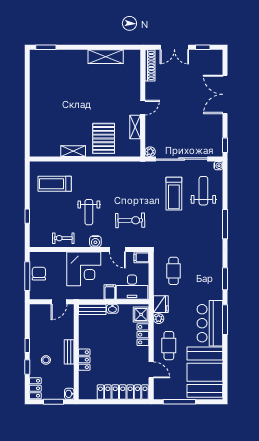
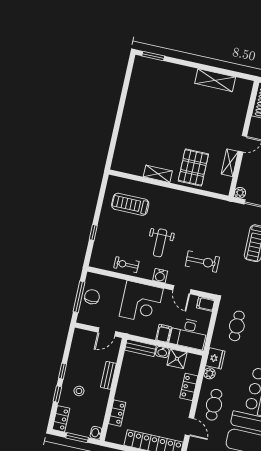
shower: (141, 314) -> (177, 359), moved
bench: (69, 352) -> (108, 375), moved
locker: (84, 360) -> (117, 413), moved

